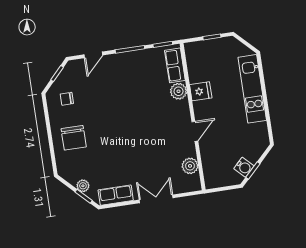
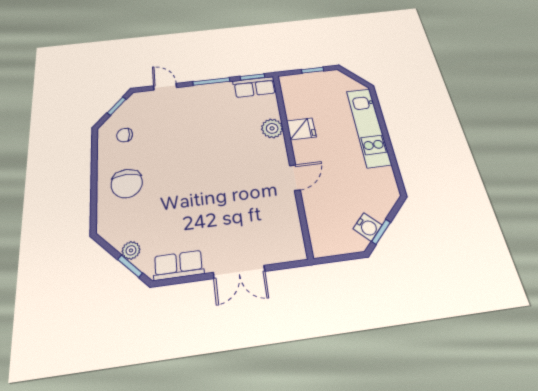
door: (93, 55) -> (165, 87), swing flipped
row of seats: (175, 65) -> (254, 87), moved, turned -90
plant: (190, 166) -> (289, 224), removed
double door: (156, 199) -> (239, 272), swing flipped

